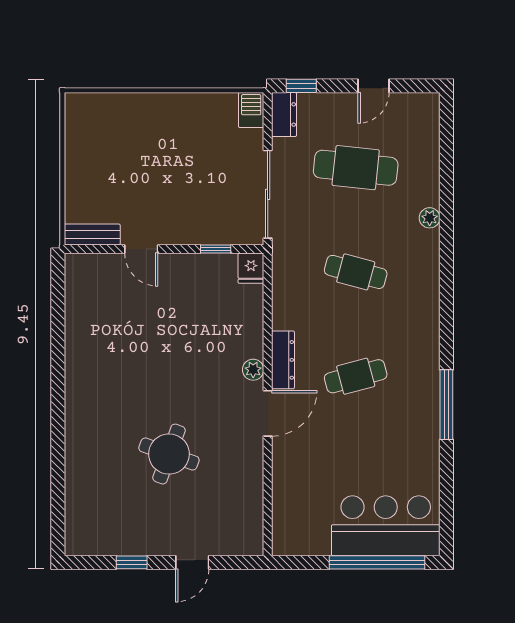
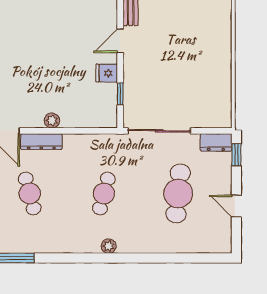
barbecue: (251, 110) -> (219, 119), removed
plant: (430, 218) -> (109, 246), moved
fridge: (251, 268) -> (107, 73), moved
plant: (253, 370) -> (52, 120), moved

